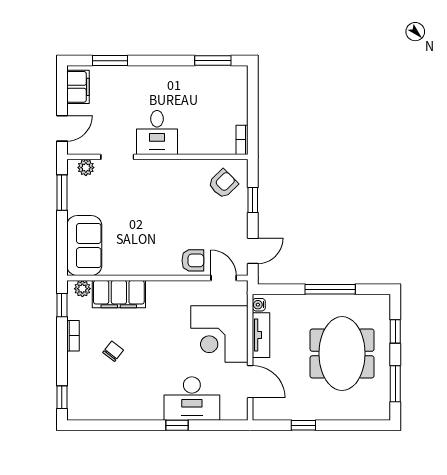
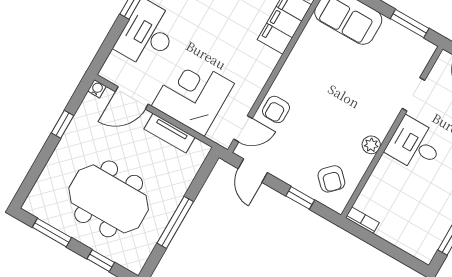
plant: (86, 168) -> (371, 145), moved
water cooler: (259, 305) -> (97, 89), moved

